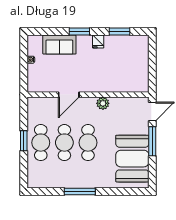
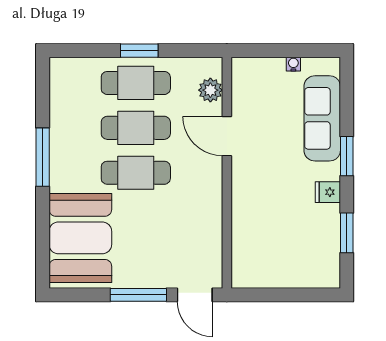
sofa: (59, 45) -> (322, 118), width x1.36
plant: (103, 103) -> (210, 90), moved
booth: (132, 159) -> (80, 238), moved, turned 90

